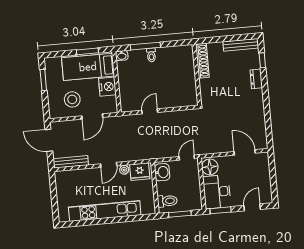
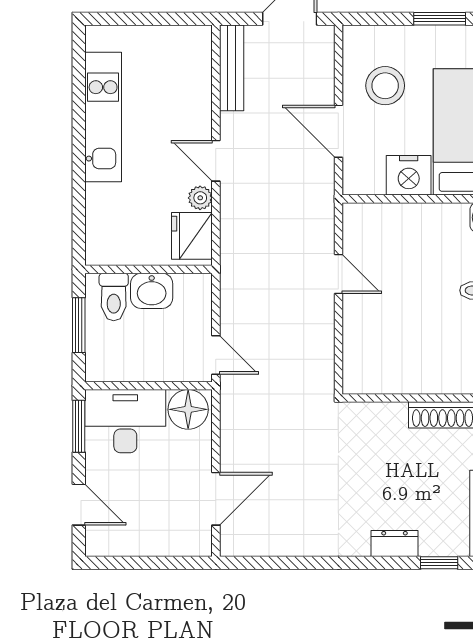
washbasin: (162, 172) -> (152, 291), moved
kitchen unit: (105, 211) -> (103, 117), width x0.73

